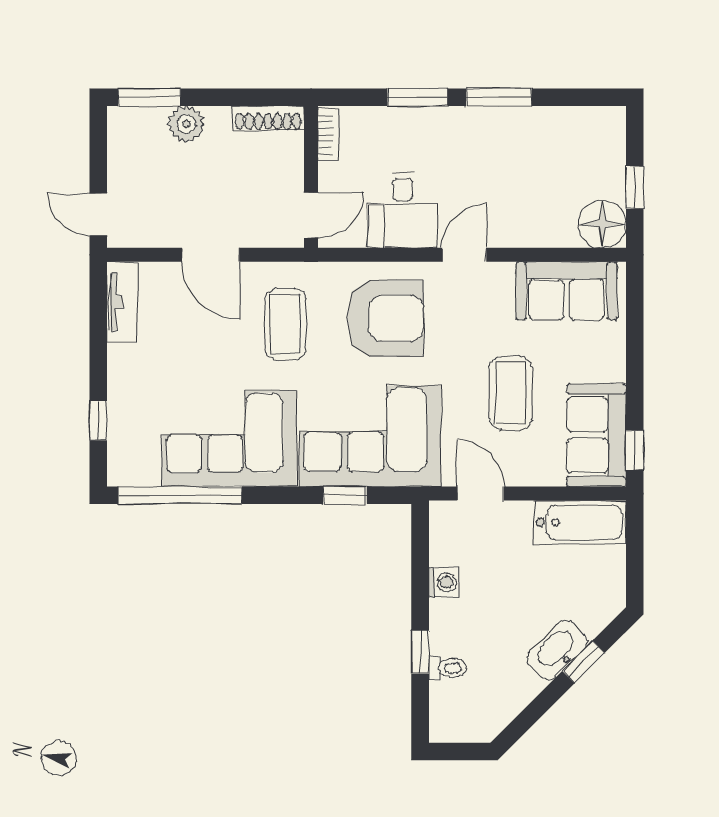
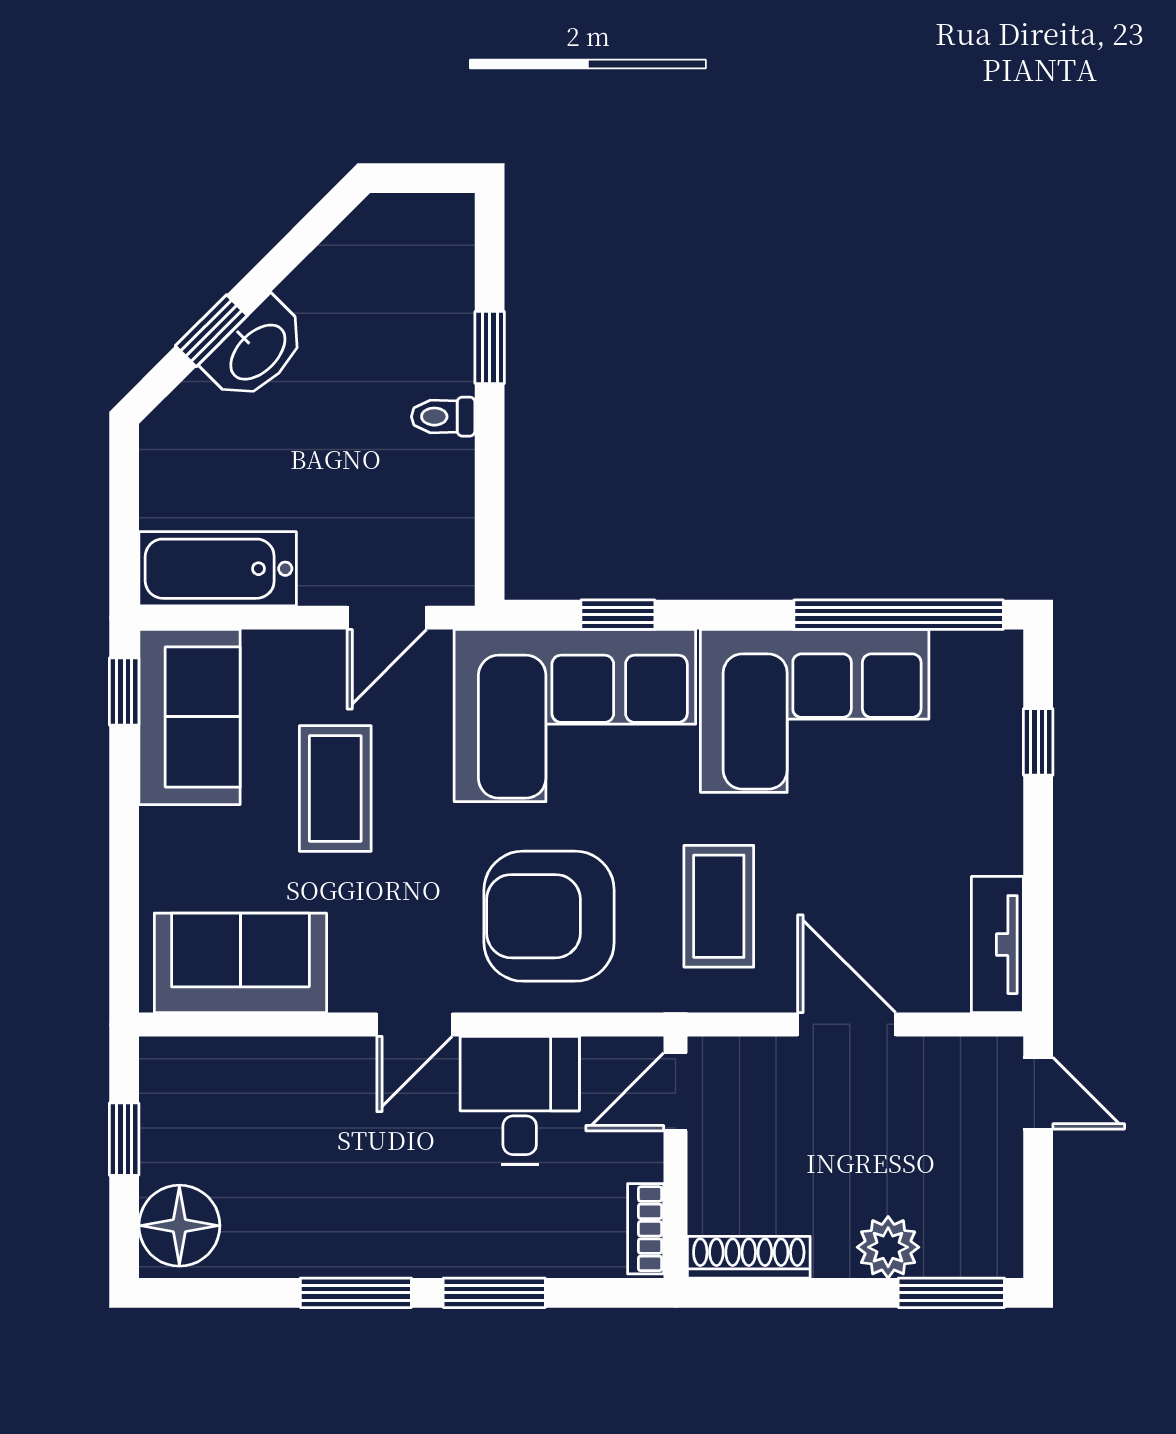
floor lamp: (602, 224) -> (179, 1226), moved
door: (480, 494) -> (387, 618), hinge flipped
washing machine: (444, 582) -> (449, 466), removed
toilet: (447, 668) -> (443, 417), moved

